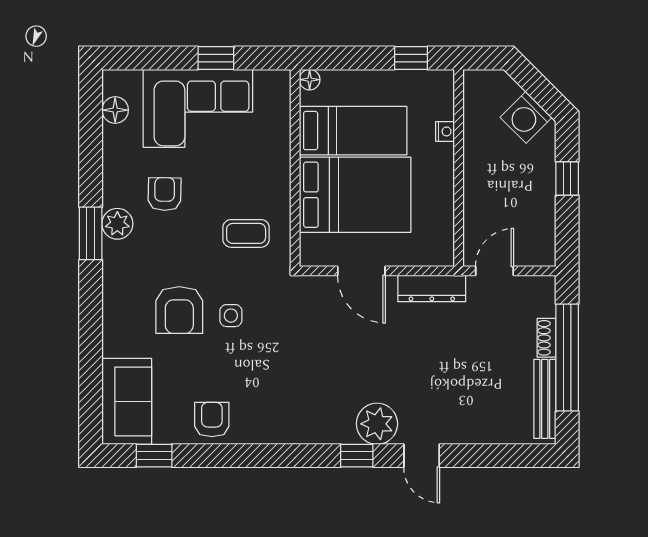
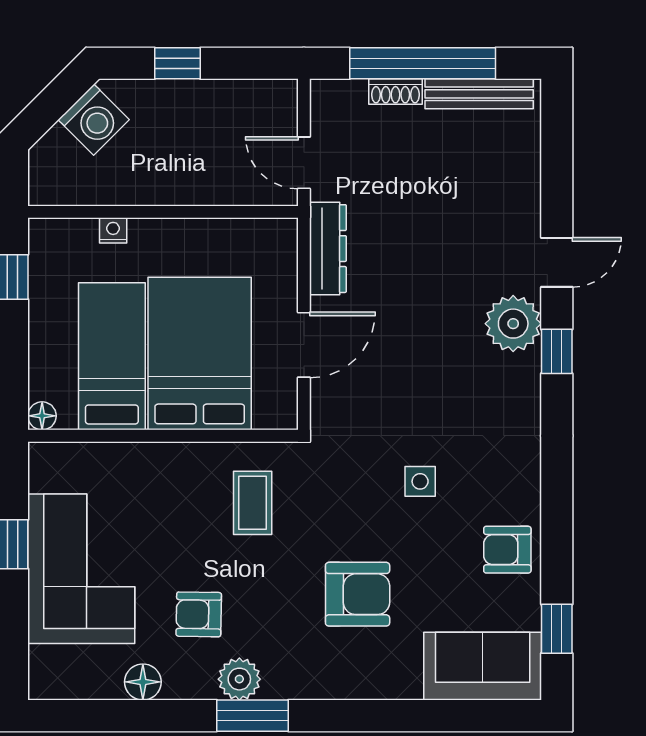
floor lamp: (115, 110) -> (143, 682), moved
side table: (231, 316) -> (420, 481), moved

